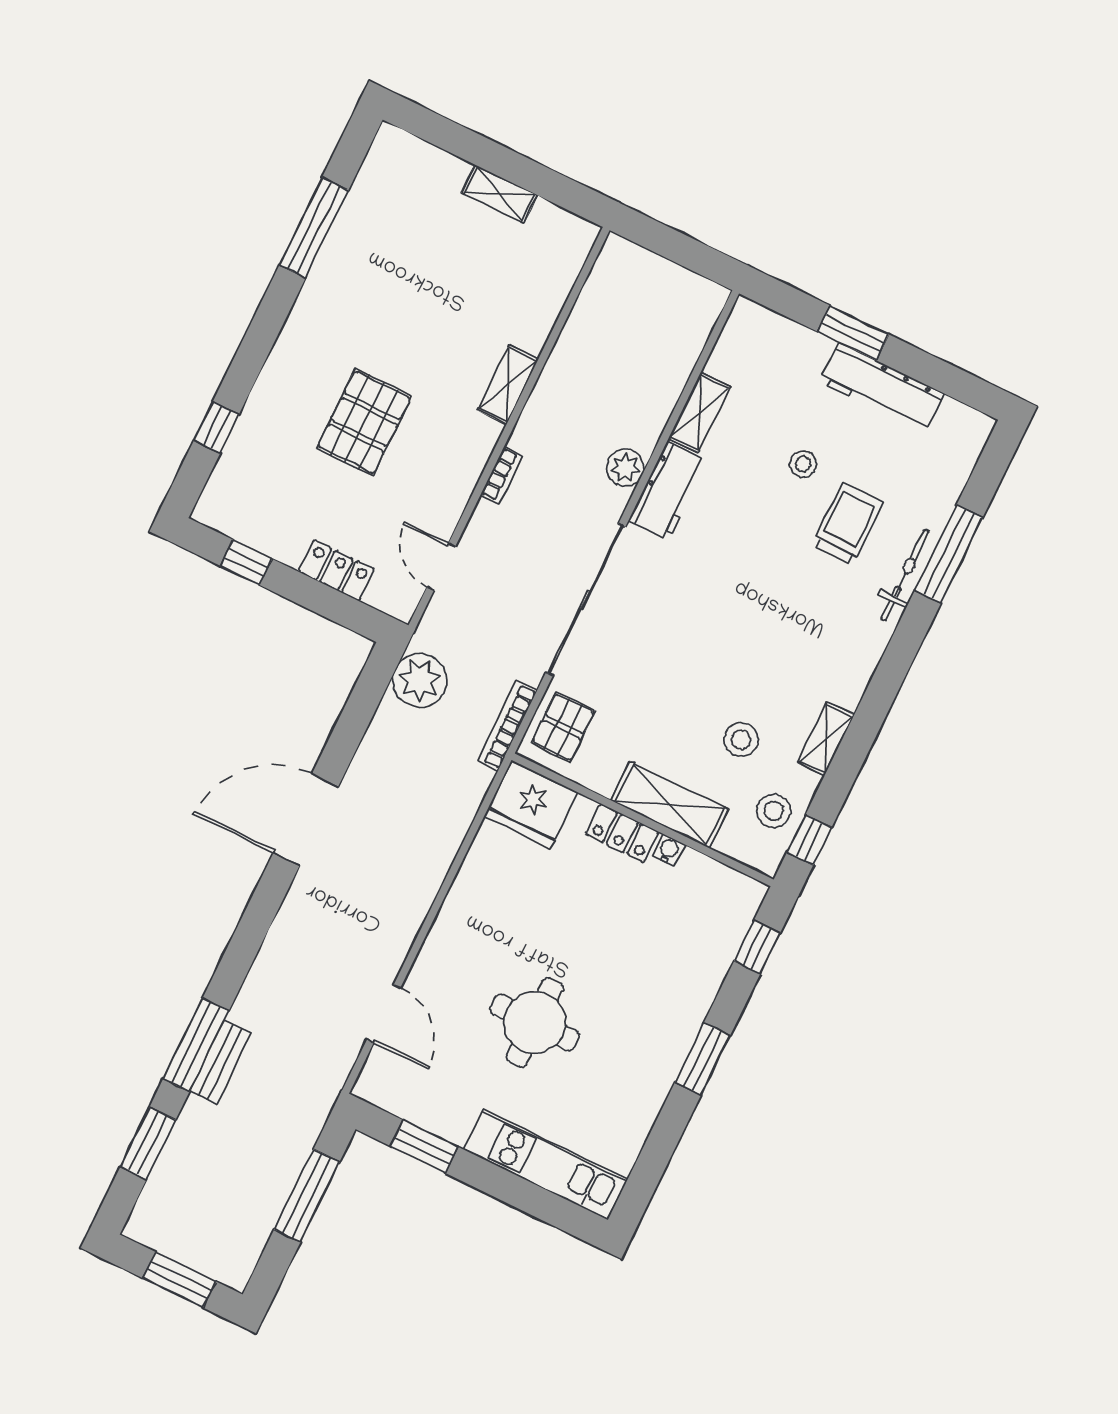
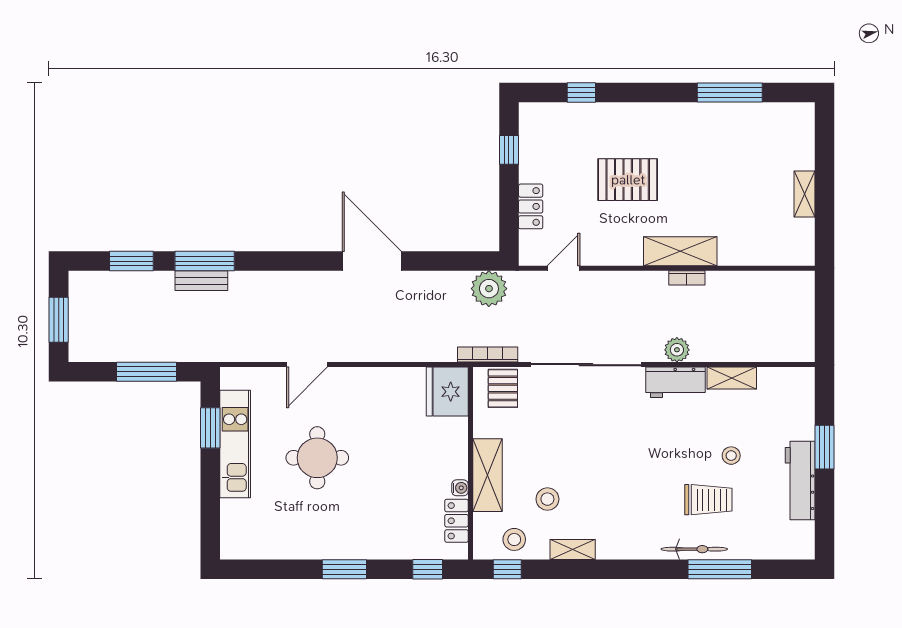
shelving: (508, 384) -> (680, 251), width x1.50, depth x1.33
bookcase: (502, 475) -> (687, 278), moved
pallet: (563, 727) -> (503, 388), turned 90
locker: (622, 833) -> (456, 521), moved
door: (384, 1014) -> (307, 365), moved
kitchen unit: (545, 1164) -> (235, 444), moved

